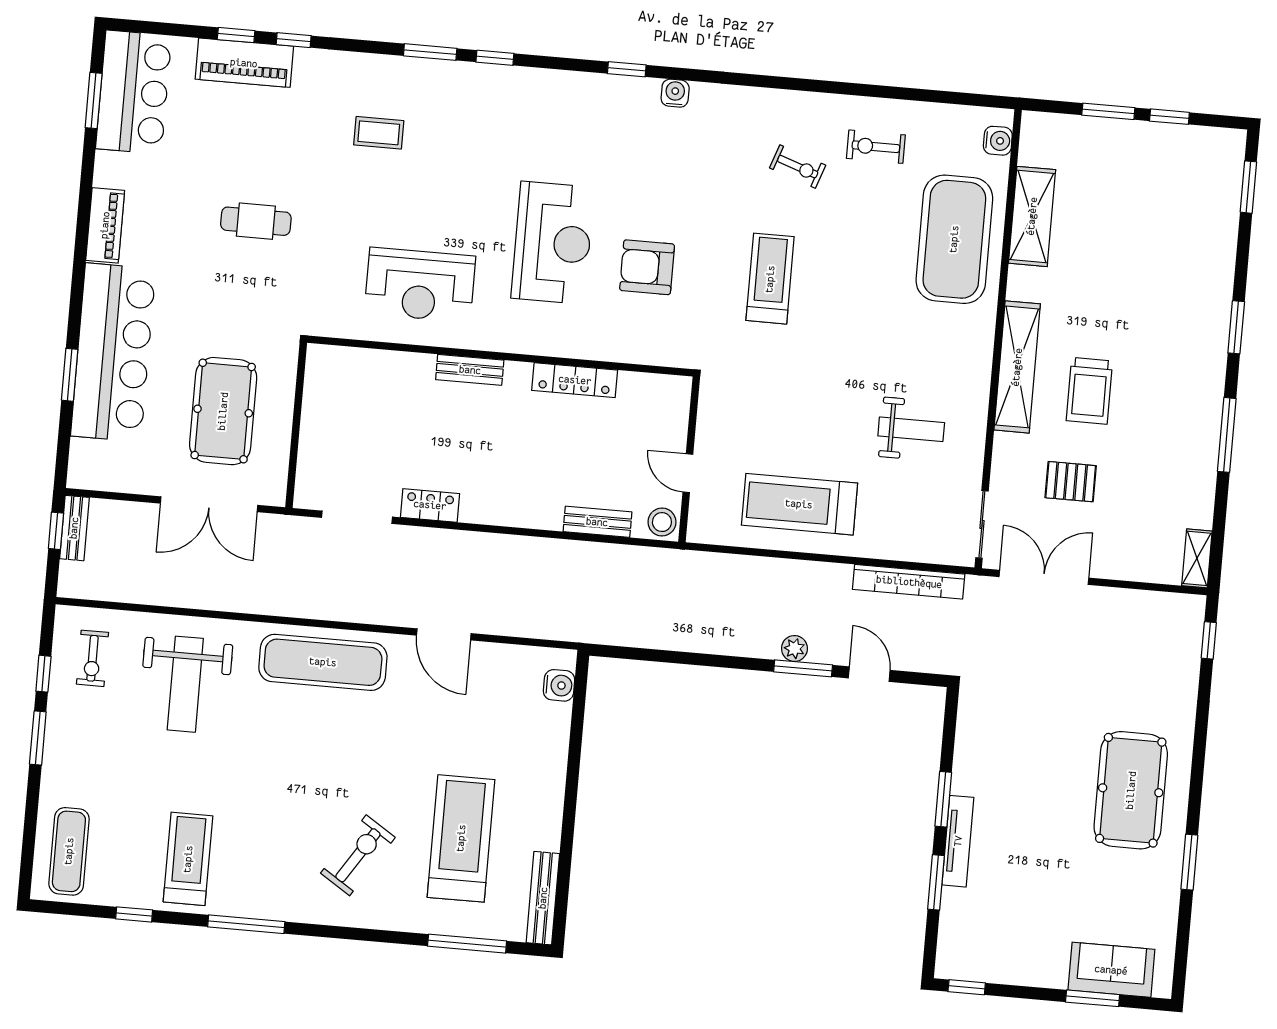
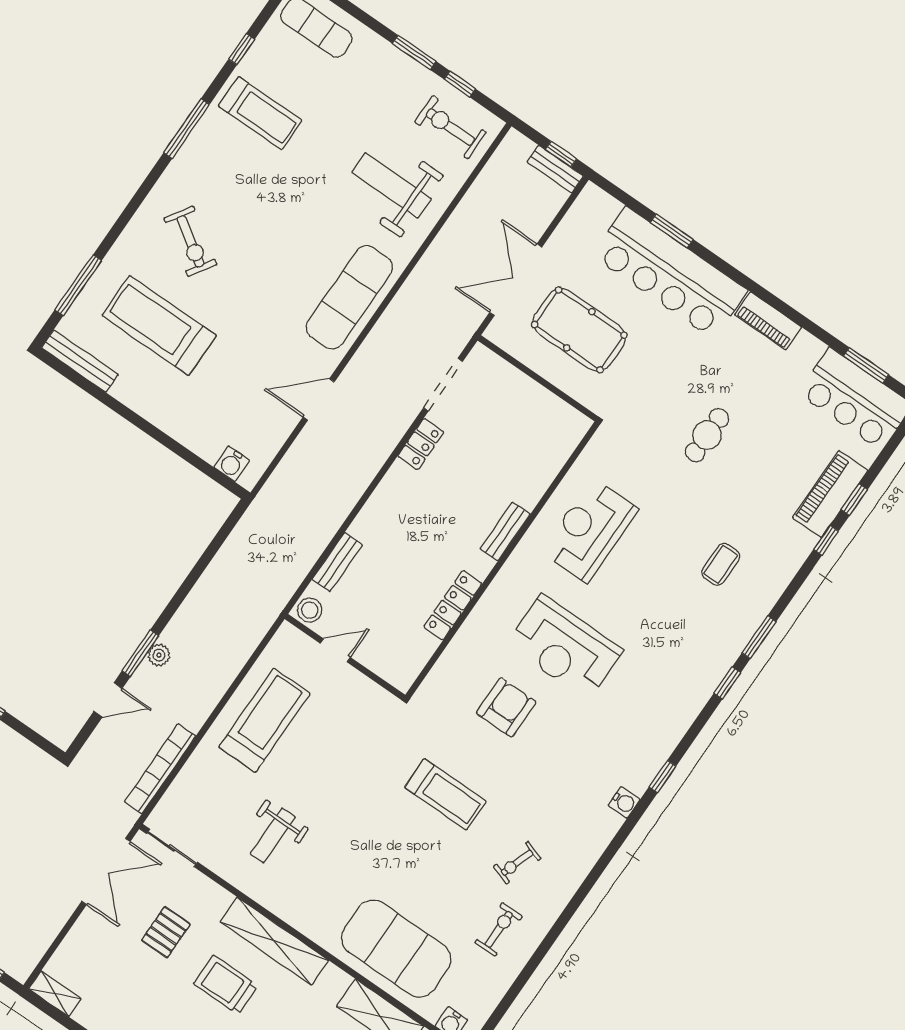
exercise bike: (92, 658) -> (450, 127), width x1.38, depth x1.39
treadmill: (461, 838) -> (159, 325), turned 180

